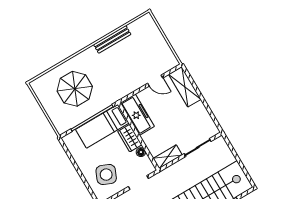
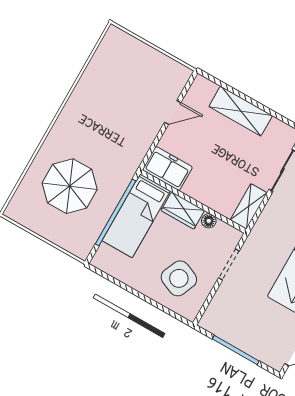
bench: (112, 39) -> (82, 90), removed
shelving: (185, 87) -> (241, 111), moved
freezer: (137, 115) -> (167, 169), width x0.71

